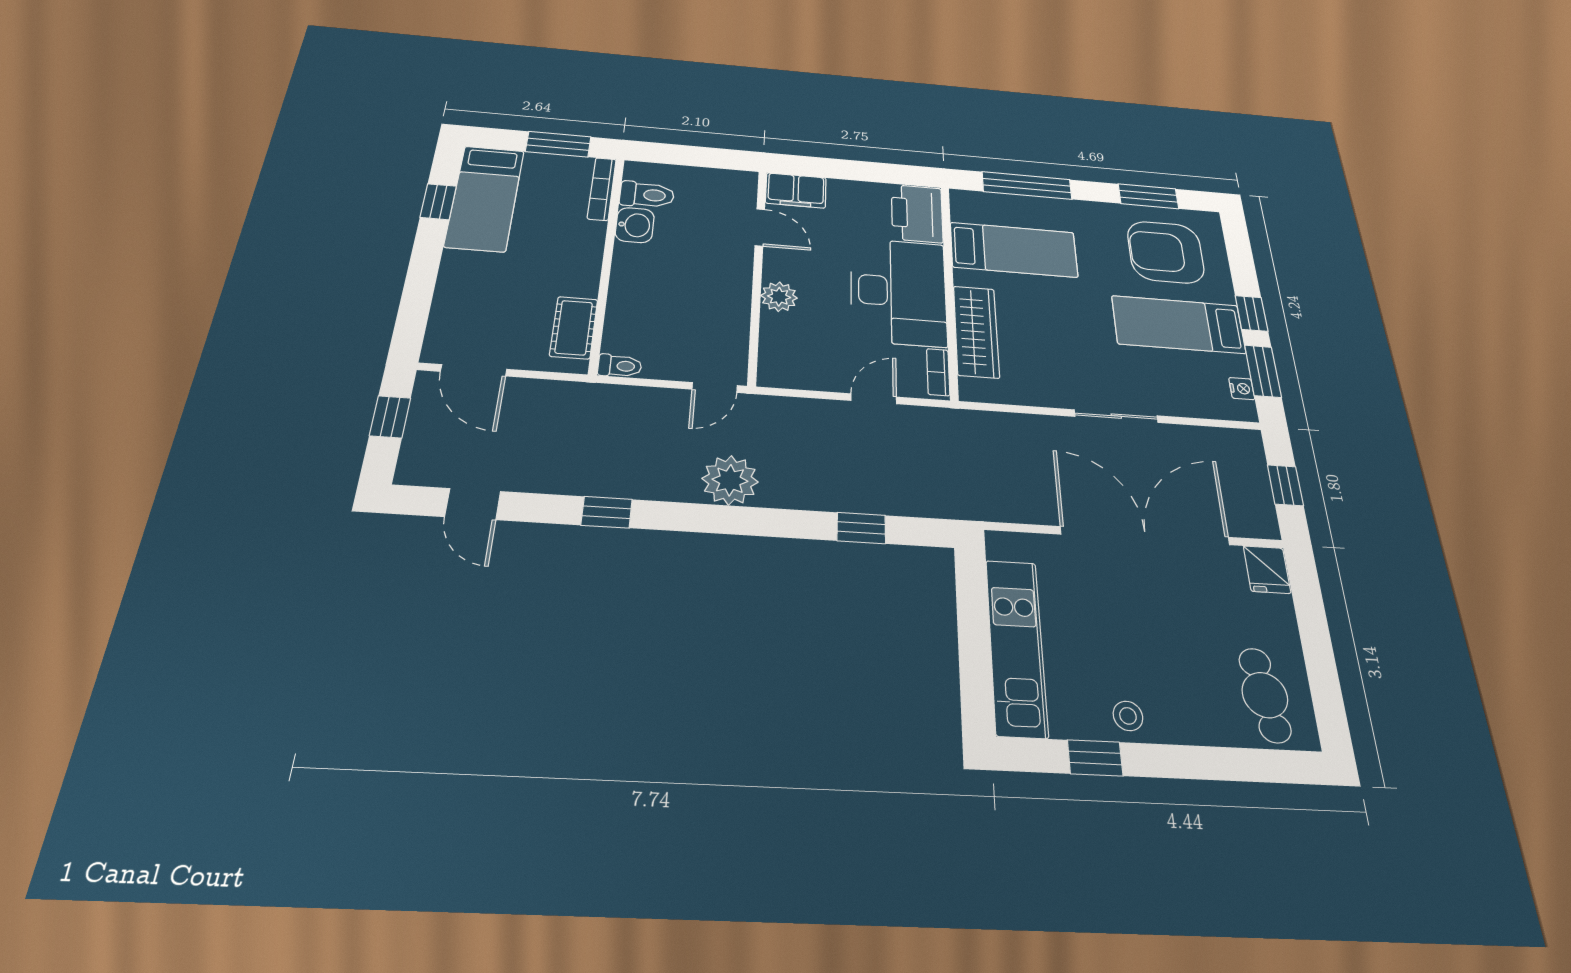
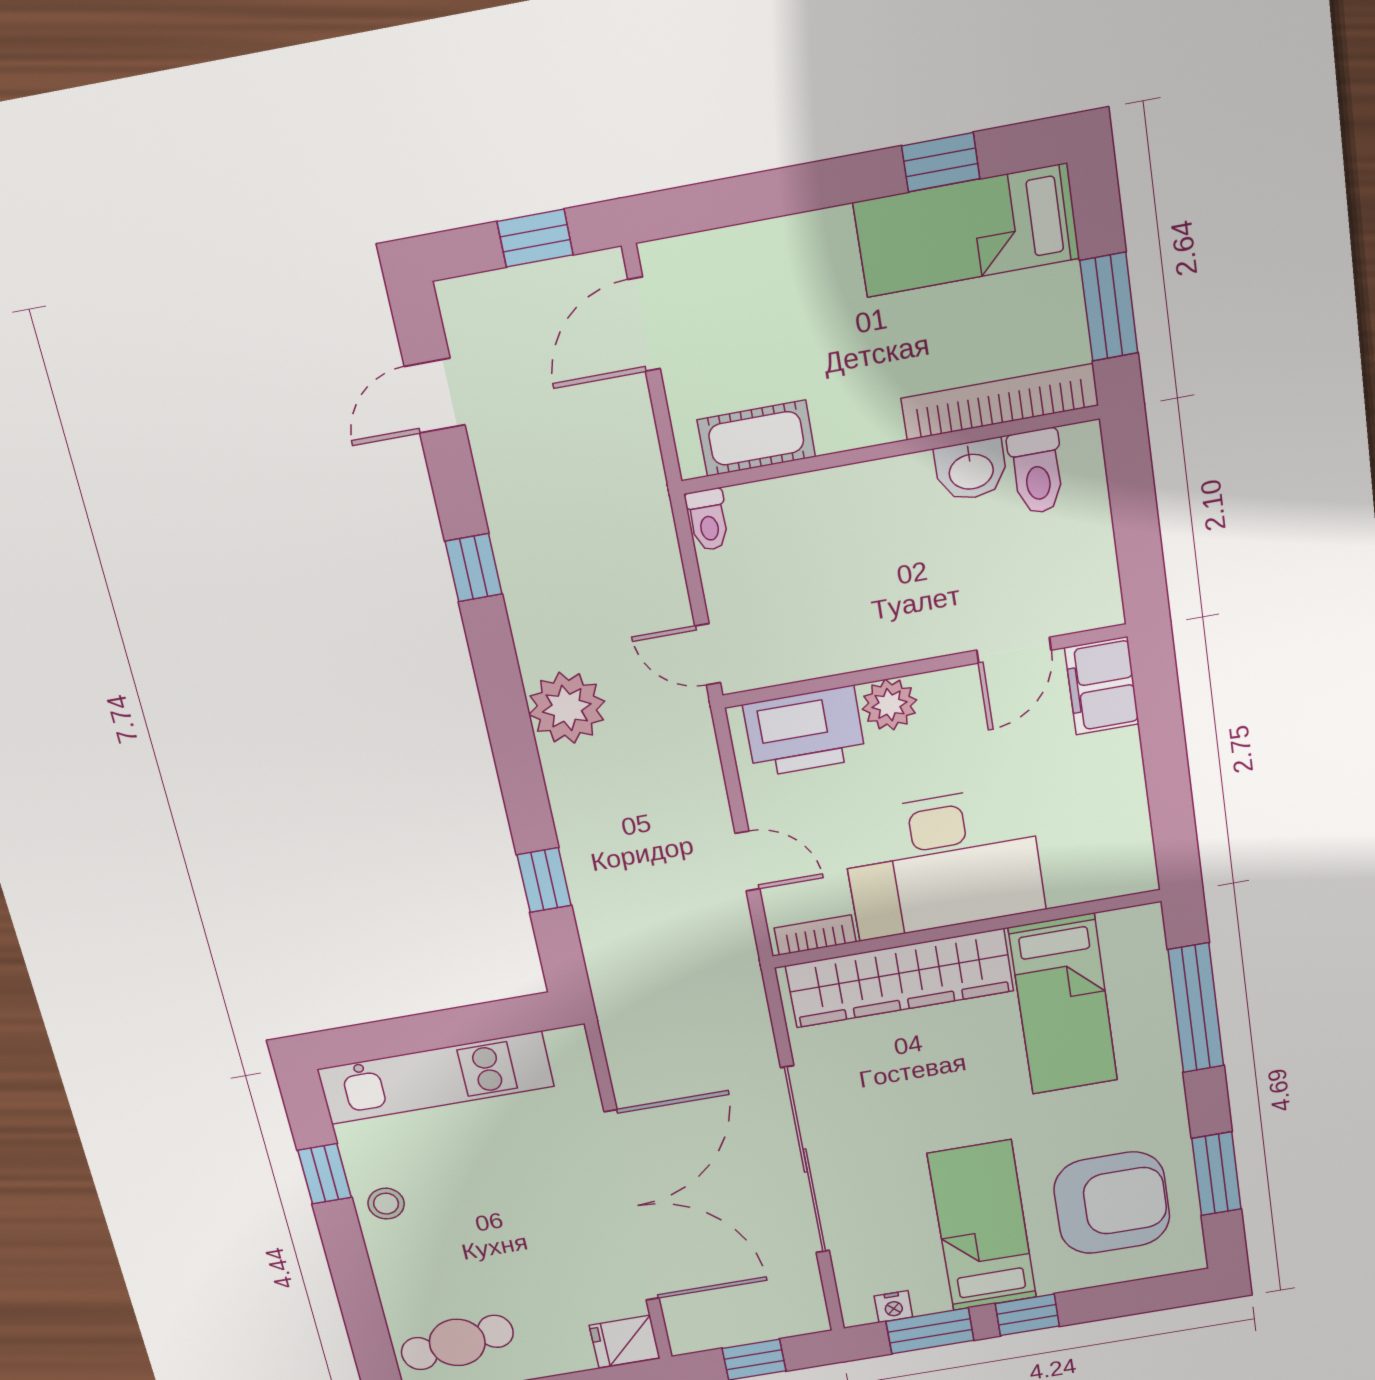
bookcase: (602, 189) -> (1000, 402), width x1.48, depth x1.31
printer: (917, 214) -> (804, 732), moved, turned 180
armchair: (1166, 252) -> (1112, 1203), turned 90
wardrobe: (976, 332) -> (900, 978), width x1.40, depth x1.17
sliding door: (1116, 416) -> (805, 1160), width x1.86

